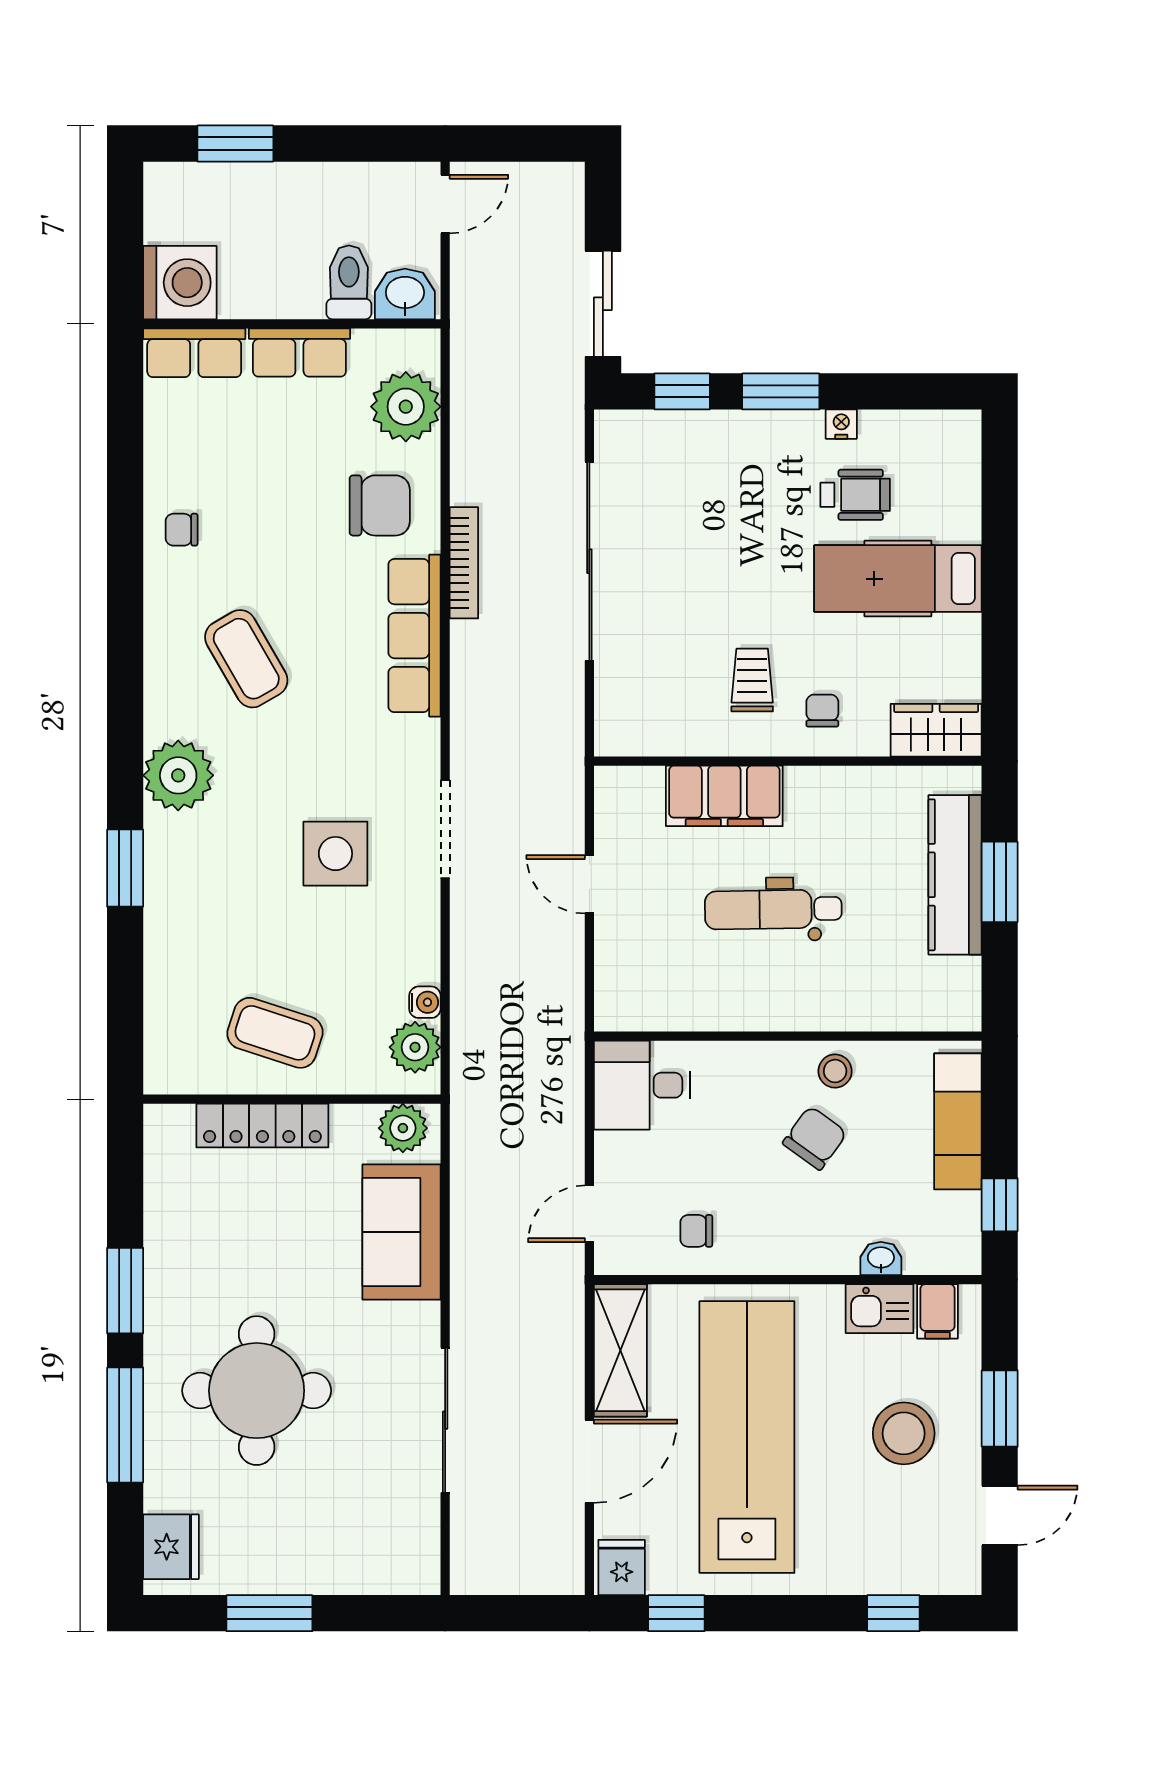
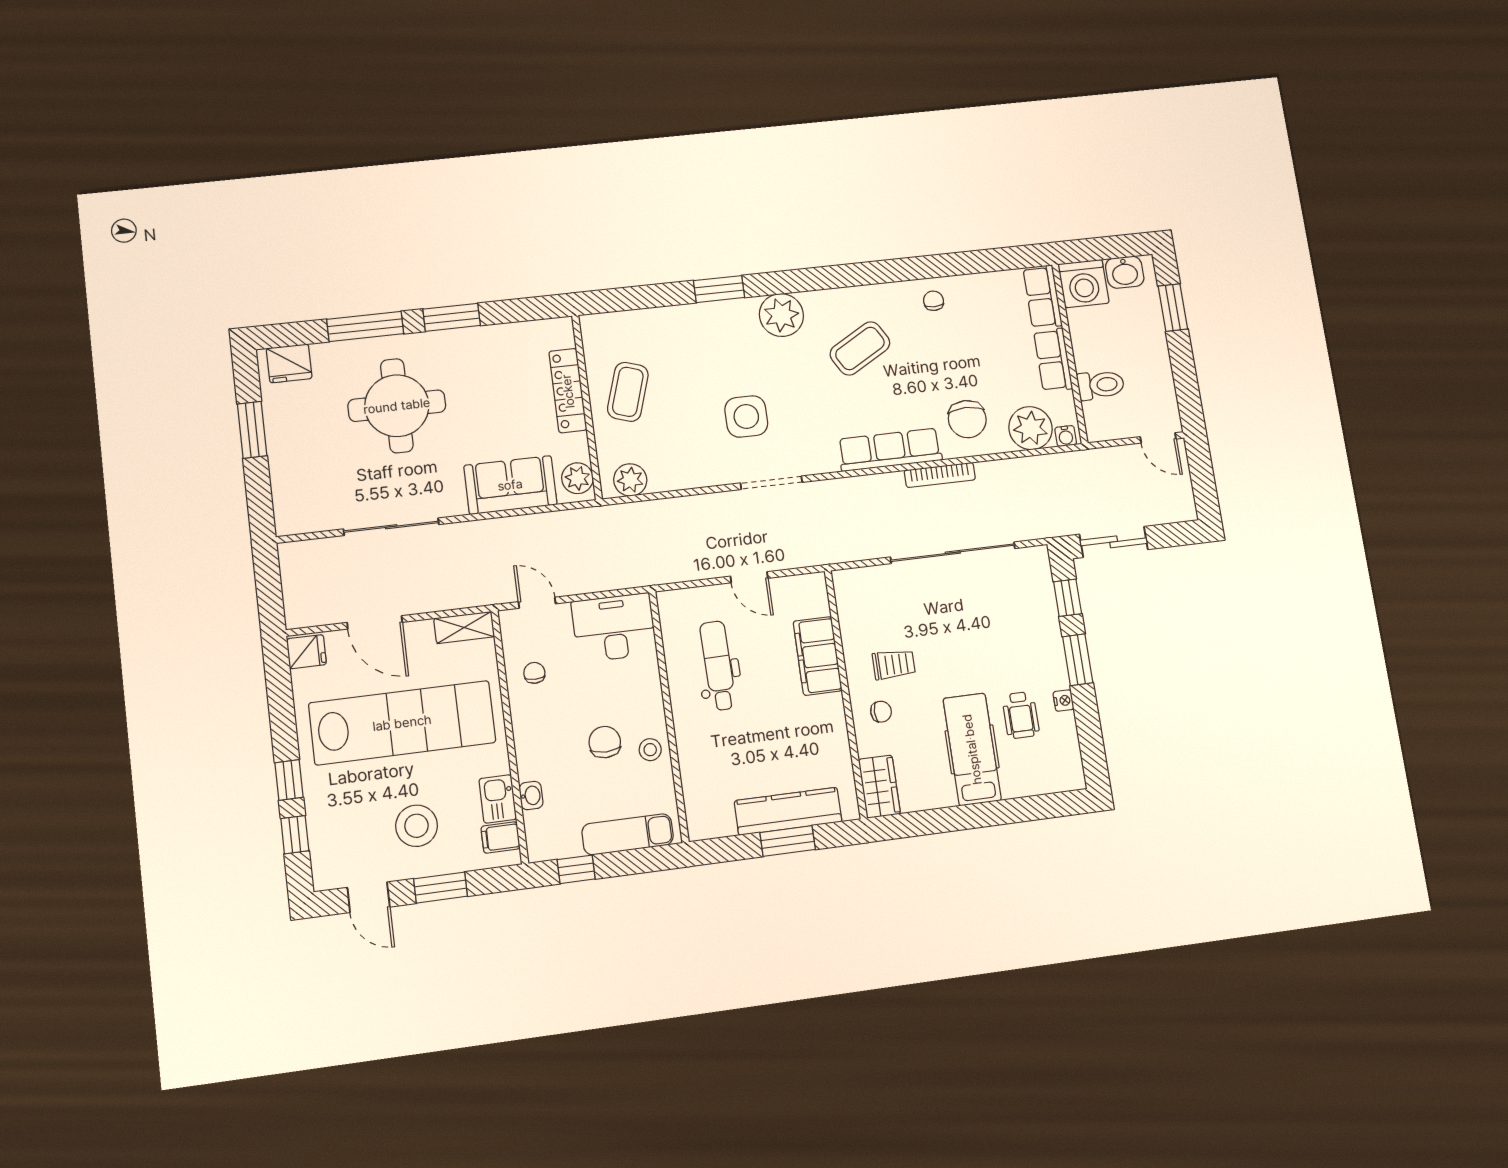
washbasin: (405, 294) -> (1125, 272), moved, turned 90
door: (589, 884) -> (749, 577), swing flipped
dental chair: (773, 909) -> (718, 666), moved
water cooler: (425, 1002) -> (1066, 436), moved
desk: (642, 1085) -> (614, 628), width x1.37
chair: (815, 1138) -> (605, 742), turned -126
shelving: (620, 1350) -> (464, 627), width x0.67, depth x0.75
window: (676, 1613) -> (289, 780), moved

